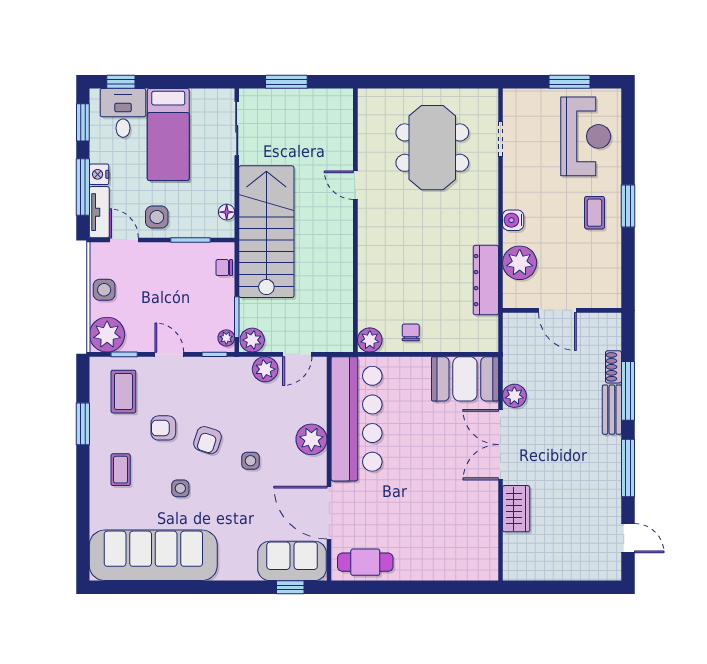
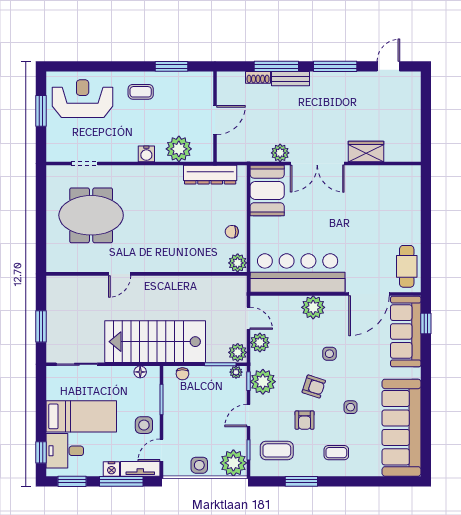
window: (628, 206) -> (171, 66), moved
dresser: (486, 280) -> (210, 175), moved
plant: (214, 373) -> (263, 382), added
sofa: (292, 561) -> (406, 331), width x1.36

